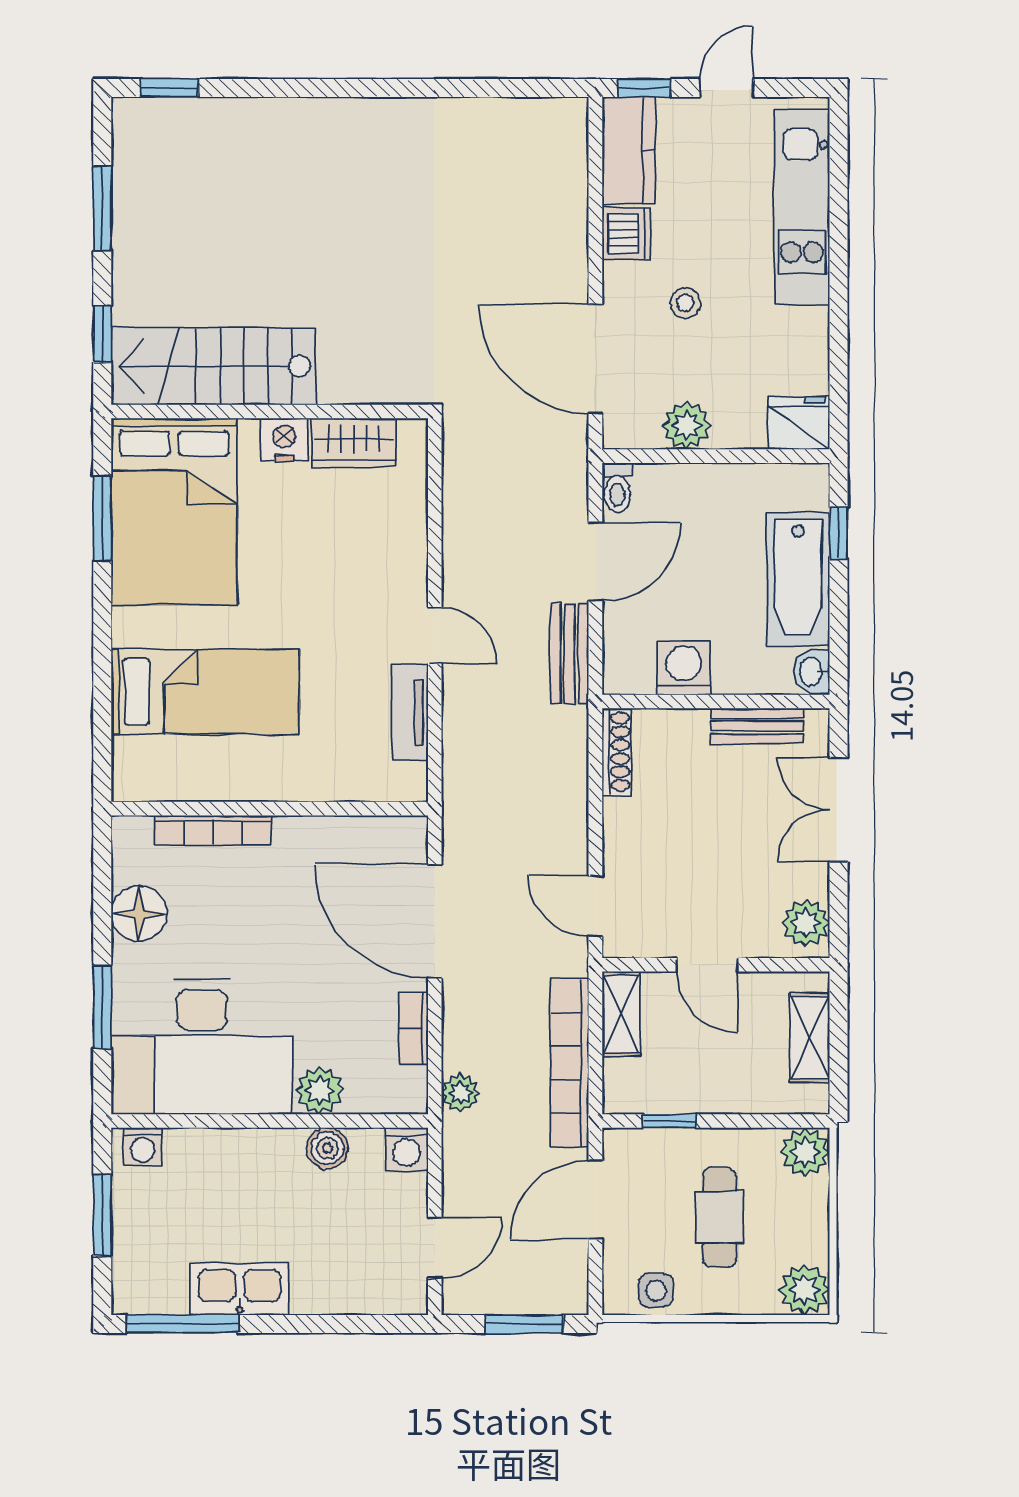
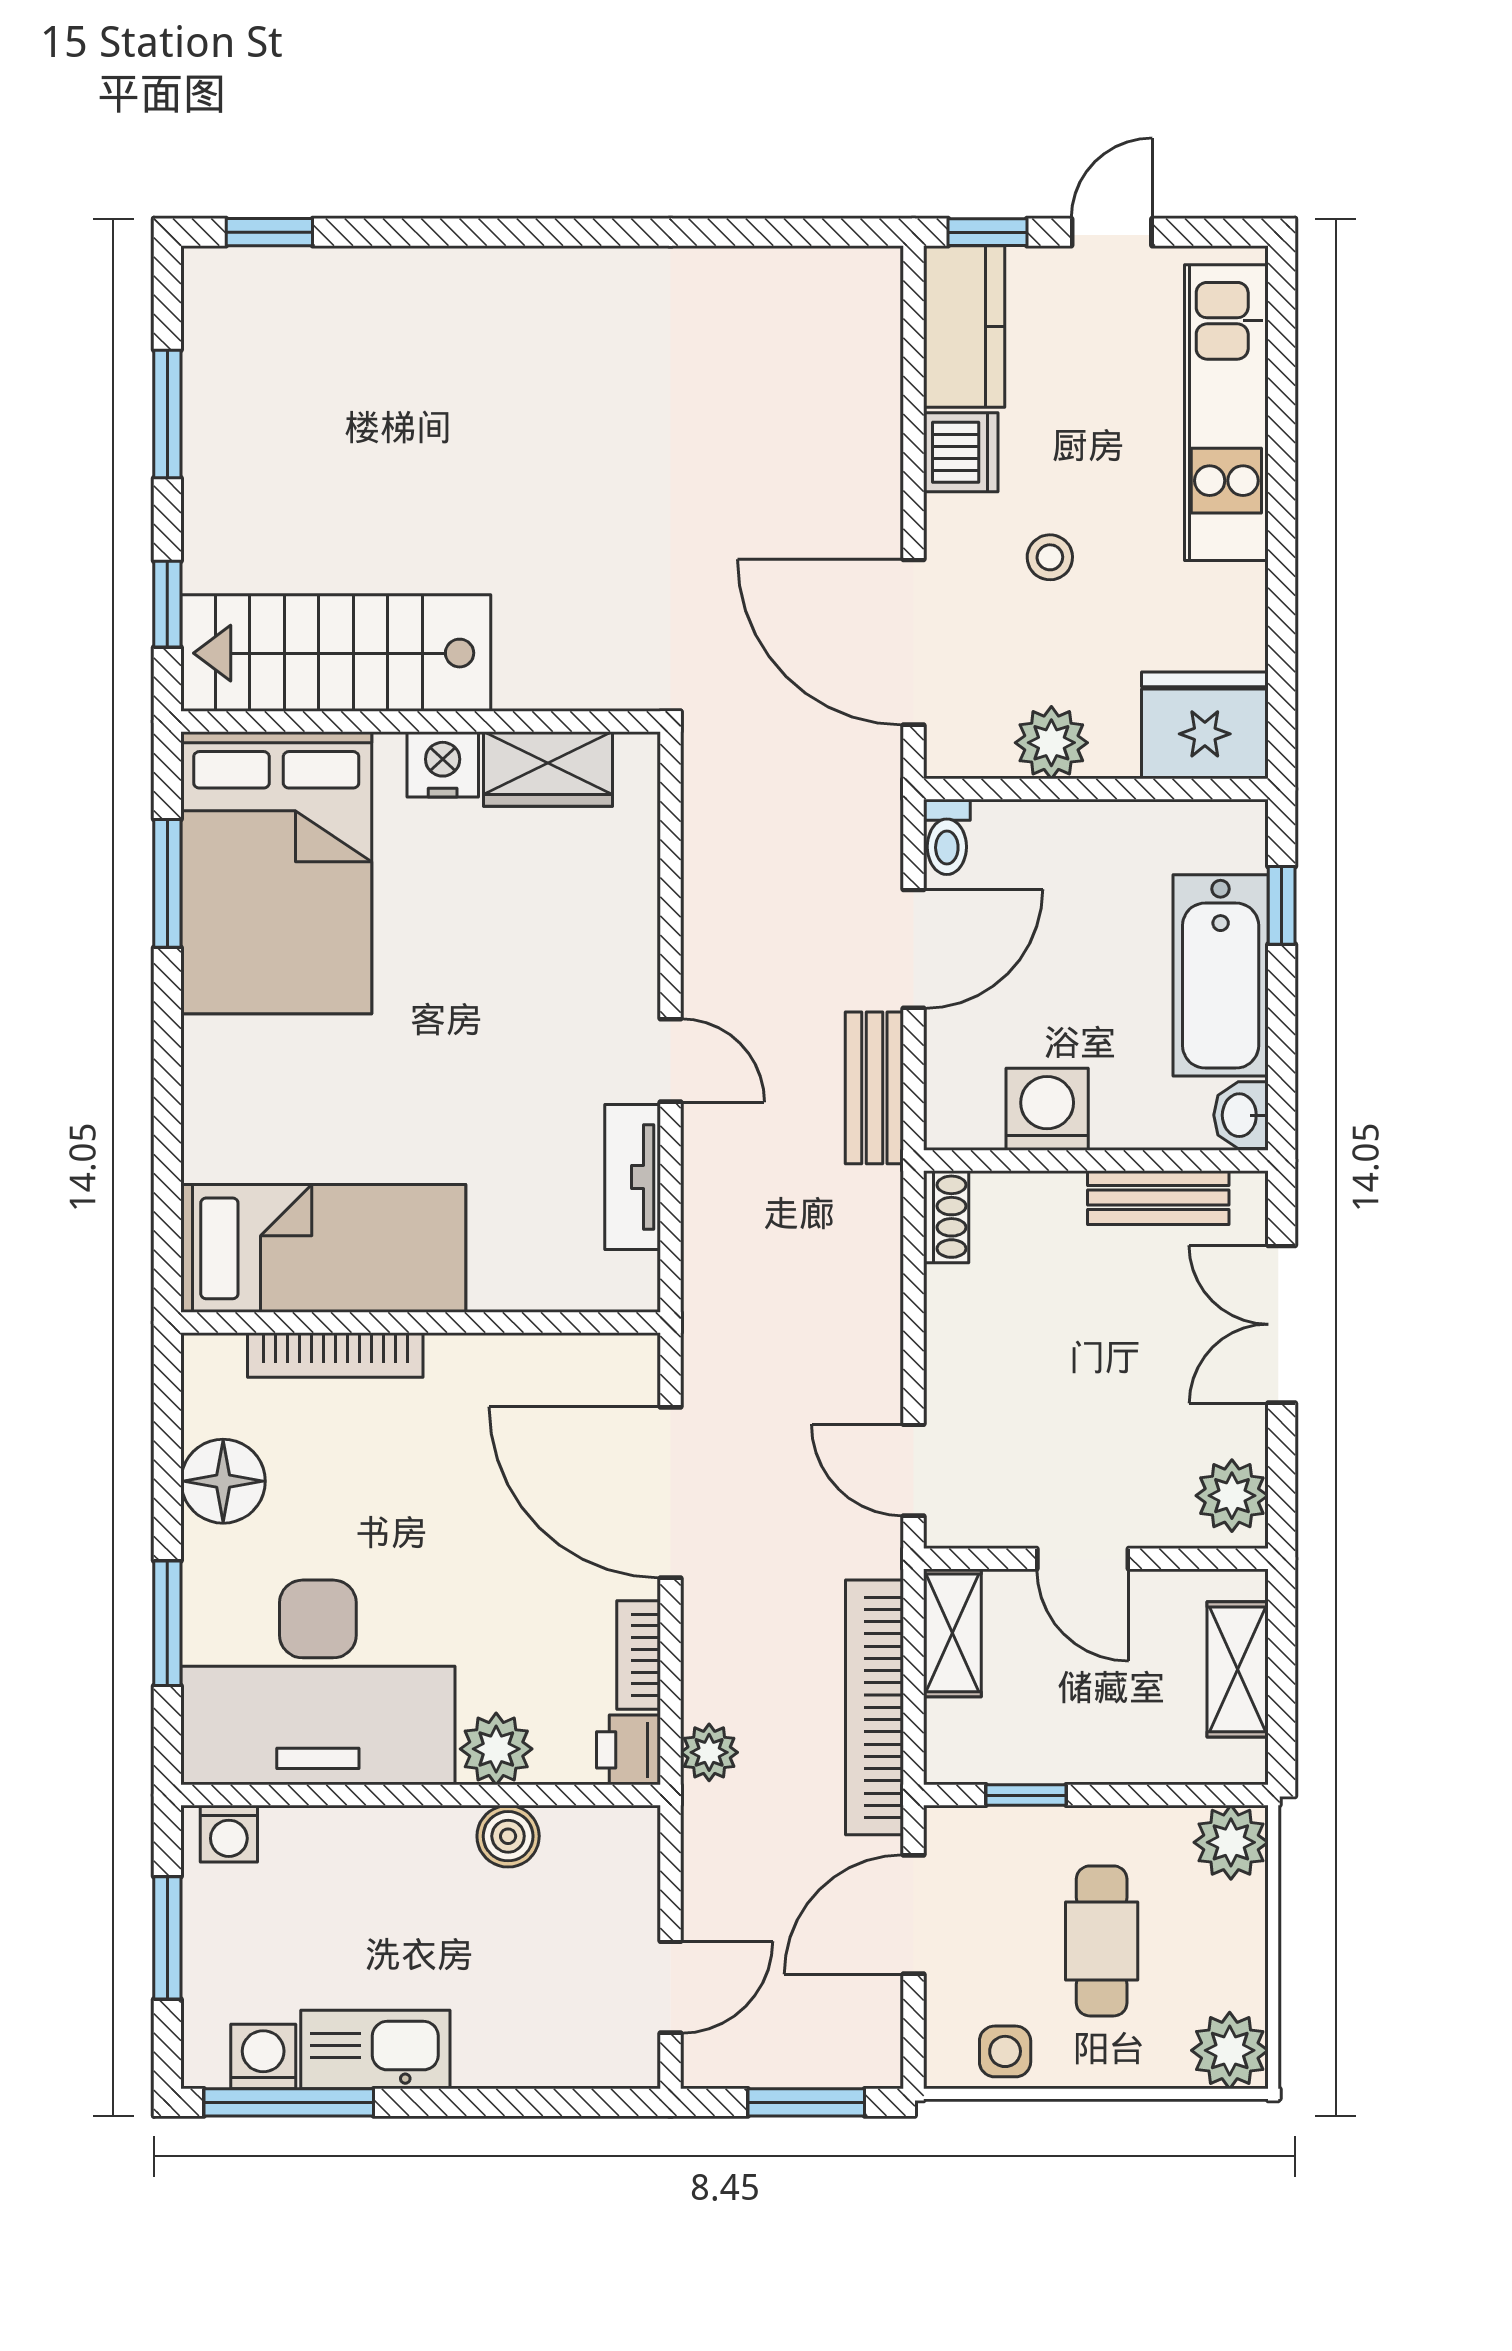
fridge: (799, 423) -> (1205, 725), width x1.36, depth x1.34
bed: (205, 692) -> (323, 1248), moved
shoe rack: (617, 752) -> (946, 1217), width x0.70
printer: (407, 1091) -> (628, 1750), added
washing machine: (407, 1149) -> (263, 2056), moved, turned 180

